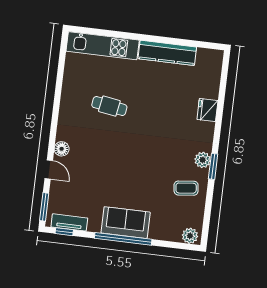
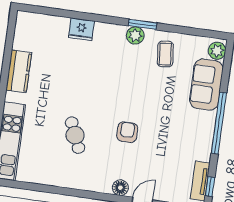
kitchen counter: (167, 53) -> (19, 71), width x0.67
cafe table: (109, 106) -> (75, 135), turned -32
armchair: (113, 154) -> (127, 132), added
sofa: (126, 223) -> (206, 85), moved

